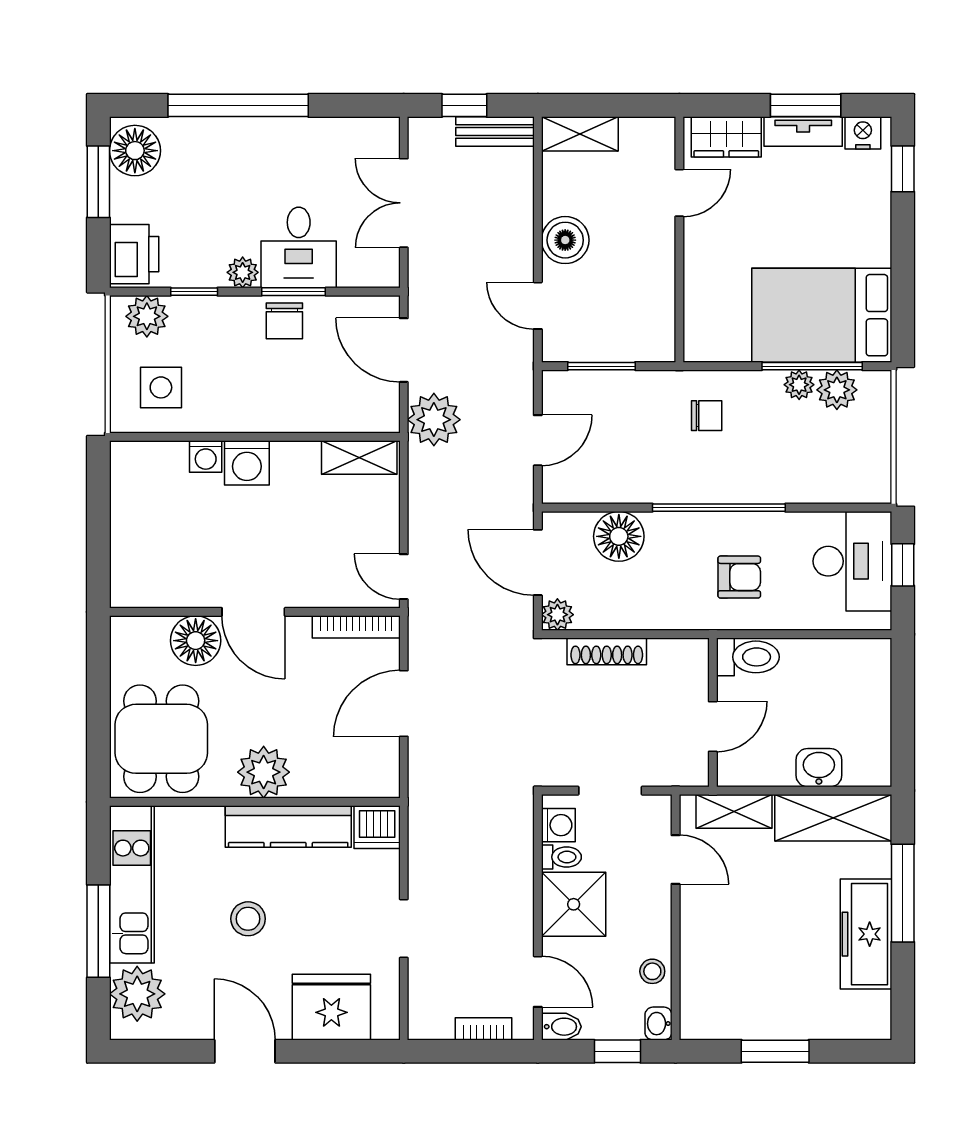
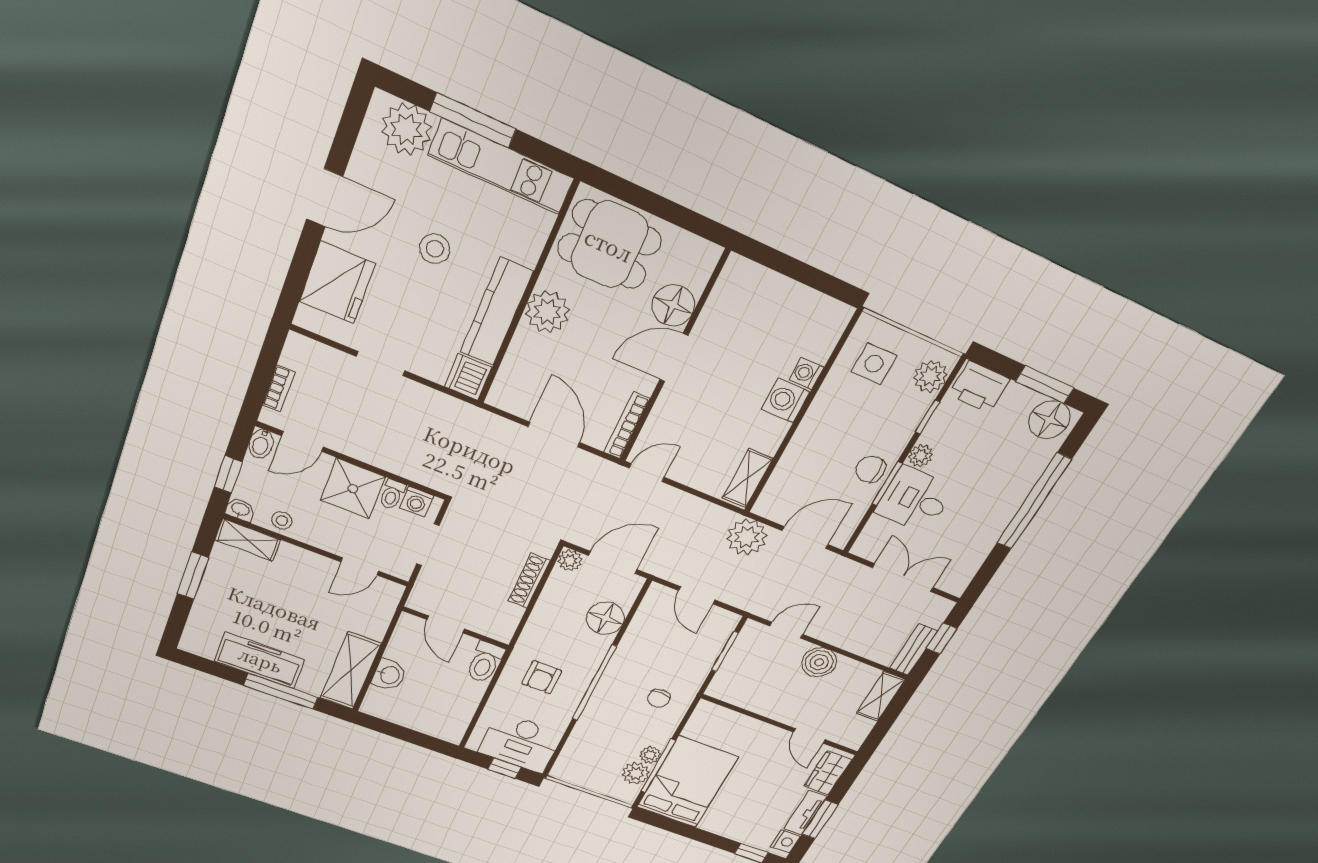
shelving: (734, 811) -> (248, 540), moved, turned 90

